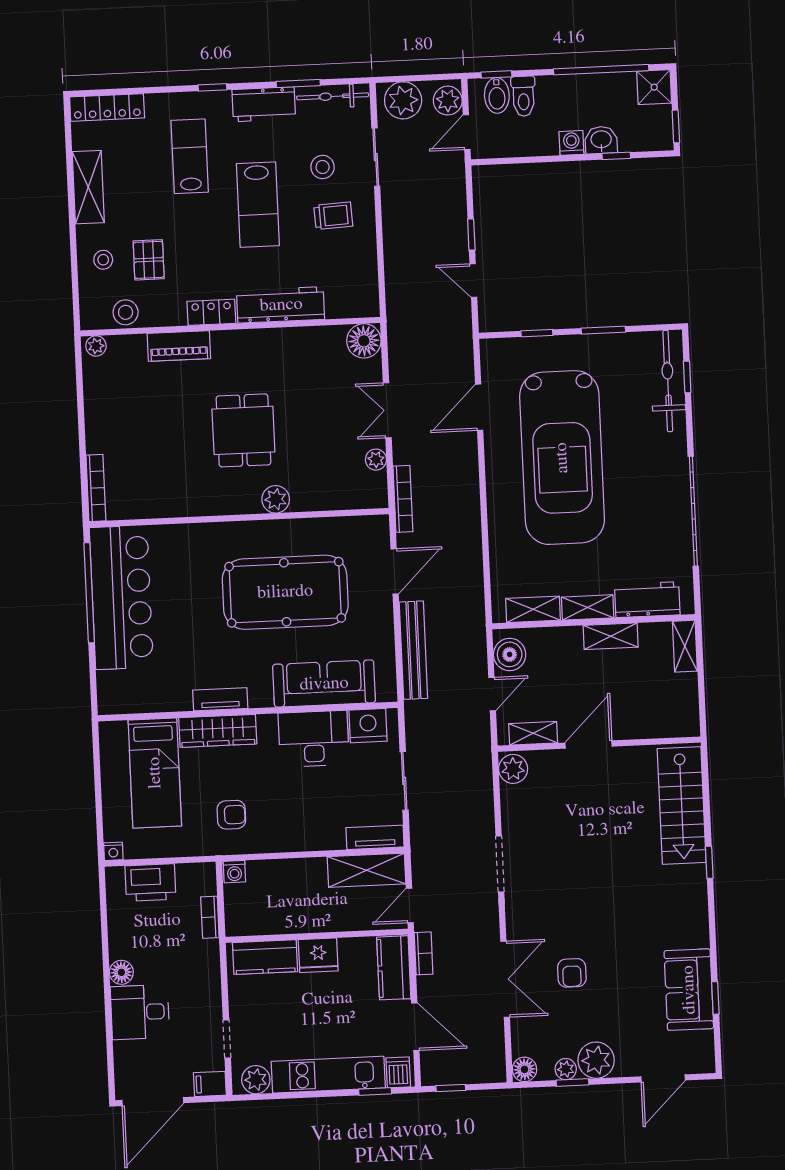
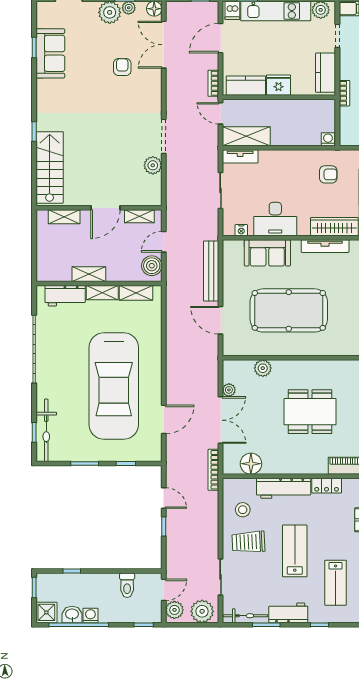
bidet: (497, 95) -> (144, 612), removed
toilet: (523, 96) -> (127, 585), moved, turned 180
washbasin: (601, 140) -> (72, 614), moved, turned 180
washing machine: (571, 143) -> (90, 615), moved, turned 180
stool: (323, 167) -> (243, 510), moved
trolley: (333, 216) -> (248, 542), width x1.36, depth x1.39
floor lamp: (364, 341) -> (251, 464), moved
double door: (387, 410) -> (221, 420), width x1.37
dining table: (243, 430) -> (310, 412), width x1.38
car: (562, 458) -> (114, 386), turned 180
plant: (276, 499) -> (263, 368), moved
bookcase: (403, 499) -> (213, 470), moved
door: (395, 571) -> (221, 320), hinge flipped
shelving: (685, 646) -> (64, 217), moved, turned 90
sofa: (324, 684) -> (267, 253), width x0.73
tv unit: (220, 699) -> (325, 246), width x1.41
nightstand: (368, 726) -> (241, 230), width x0.53, depth x0.56
plant: (513, 769) -> (153, 165), moved
armchair: (231, 815) -> (328, 174), turned 180
door: (410, 905) -> (221, 113), swing flipped
bookcase: (210, 917) -> (344, 93), moved
kitchen counter: (265, 957) -> (326, 73), moved, turned -90
kitchen counter: (394, 968) -> (246, 86), moved, turned -90
double door: (505, 979) -> (164, 45), moved
door: (415, 1027) -> (221, 38), hinge flipped

